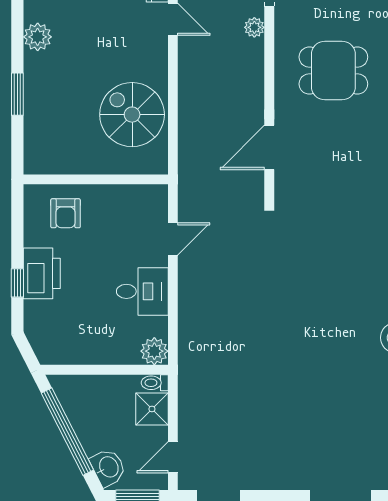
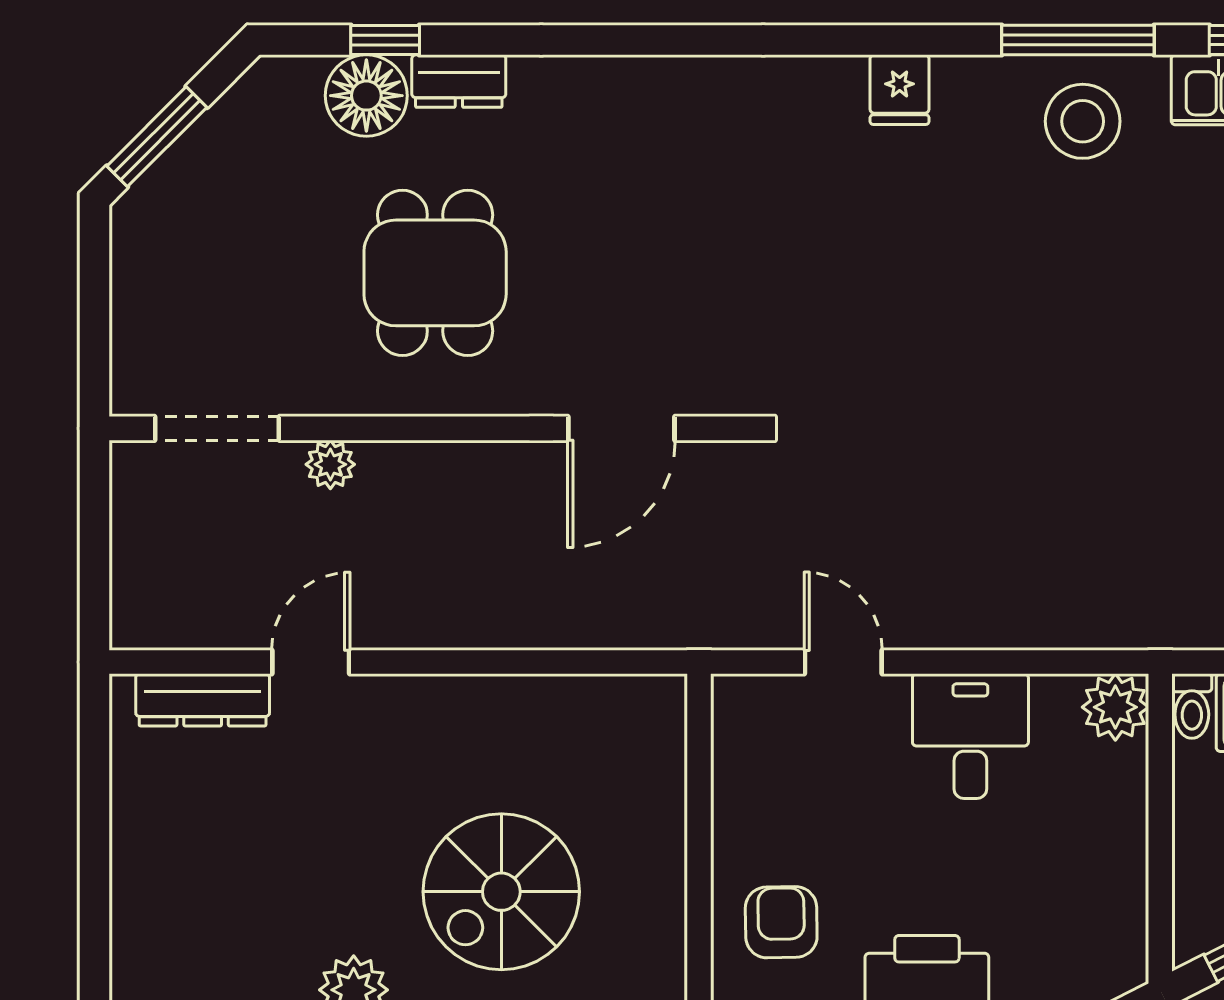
spiral stairs: (132, 115) -> (501, 892), moved
door: (269, 147) -> (621, 428), hinge flipped
armchair: (66, 213) -> (781, 922), turned -91

